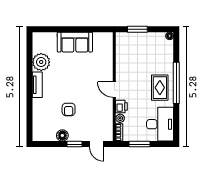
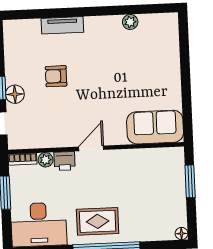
sofa: (75, 42) -> (155, 127), moved, turned 90
plant: (41, 62) -> (130, 22), width x0.53, depth x0.53
tv unit: (37, 85) -> (62, 25), moved
floor lamp: (62, 135) -> (15, 94), moved

